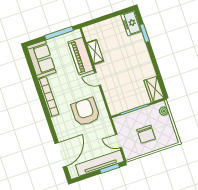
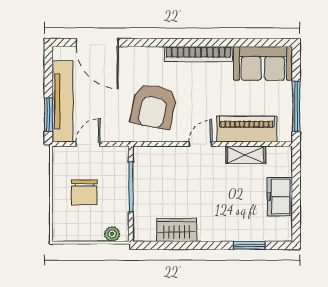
freezer: (131, 23) -> (280, 197), moved, turned -90
wardrobe: (154, 89) -> (177, 230), moved
armchair: (85, 112) -> (154, 106), turned 102
chair: (146, 134) -> (84, 192), turned -90

